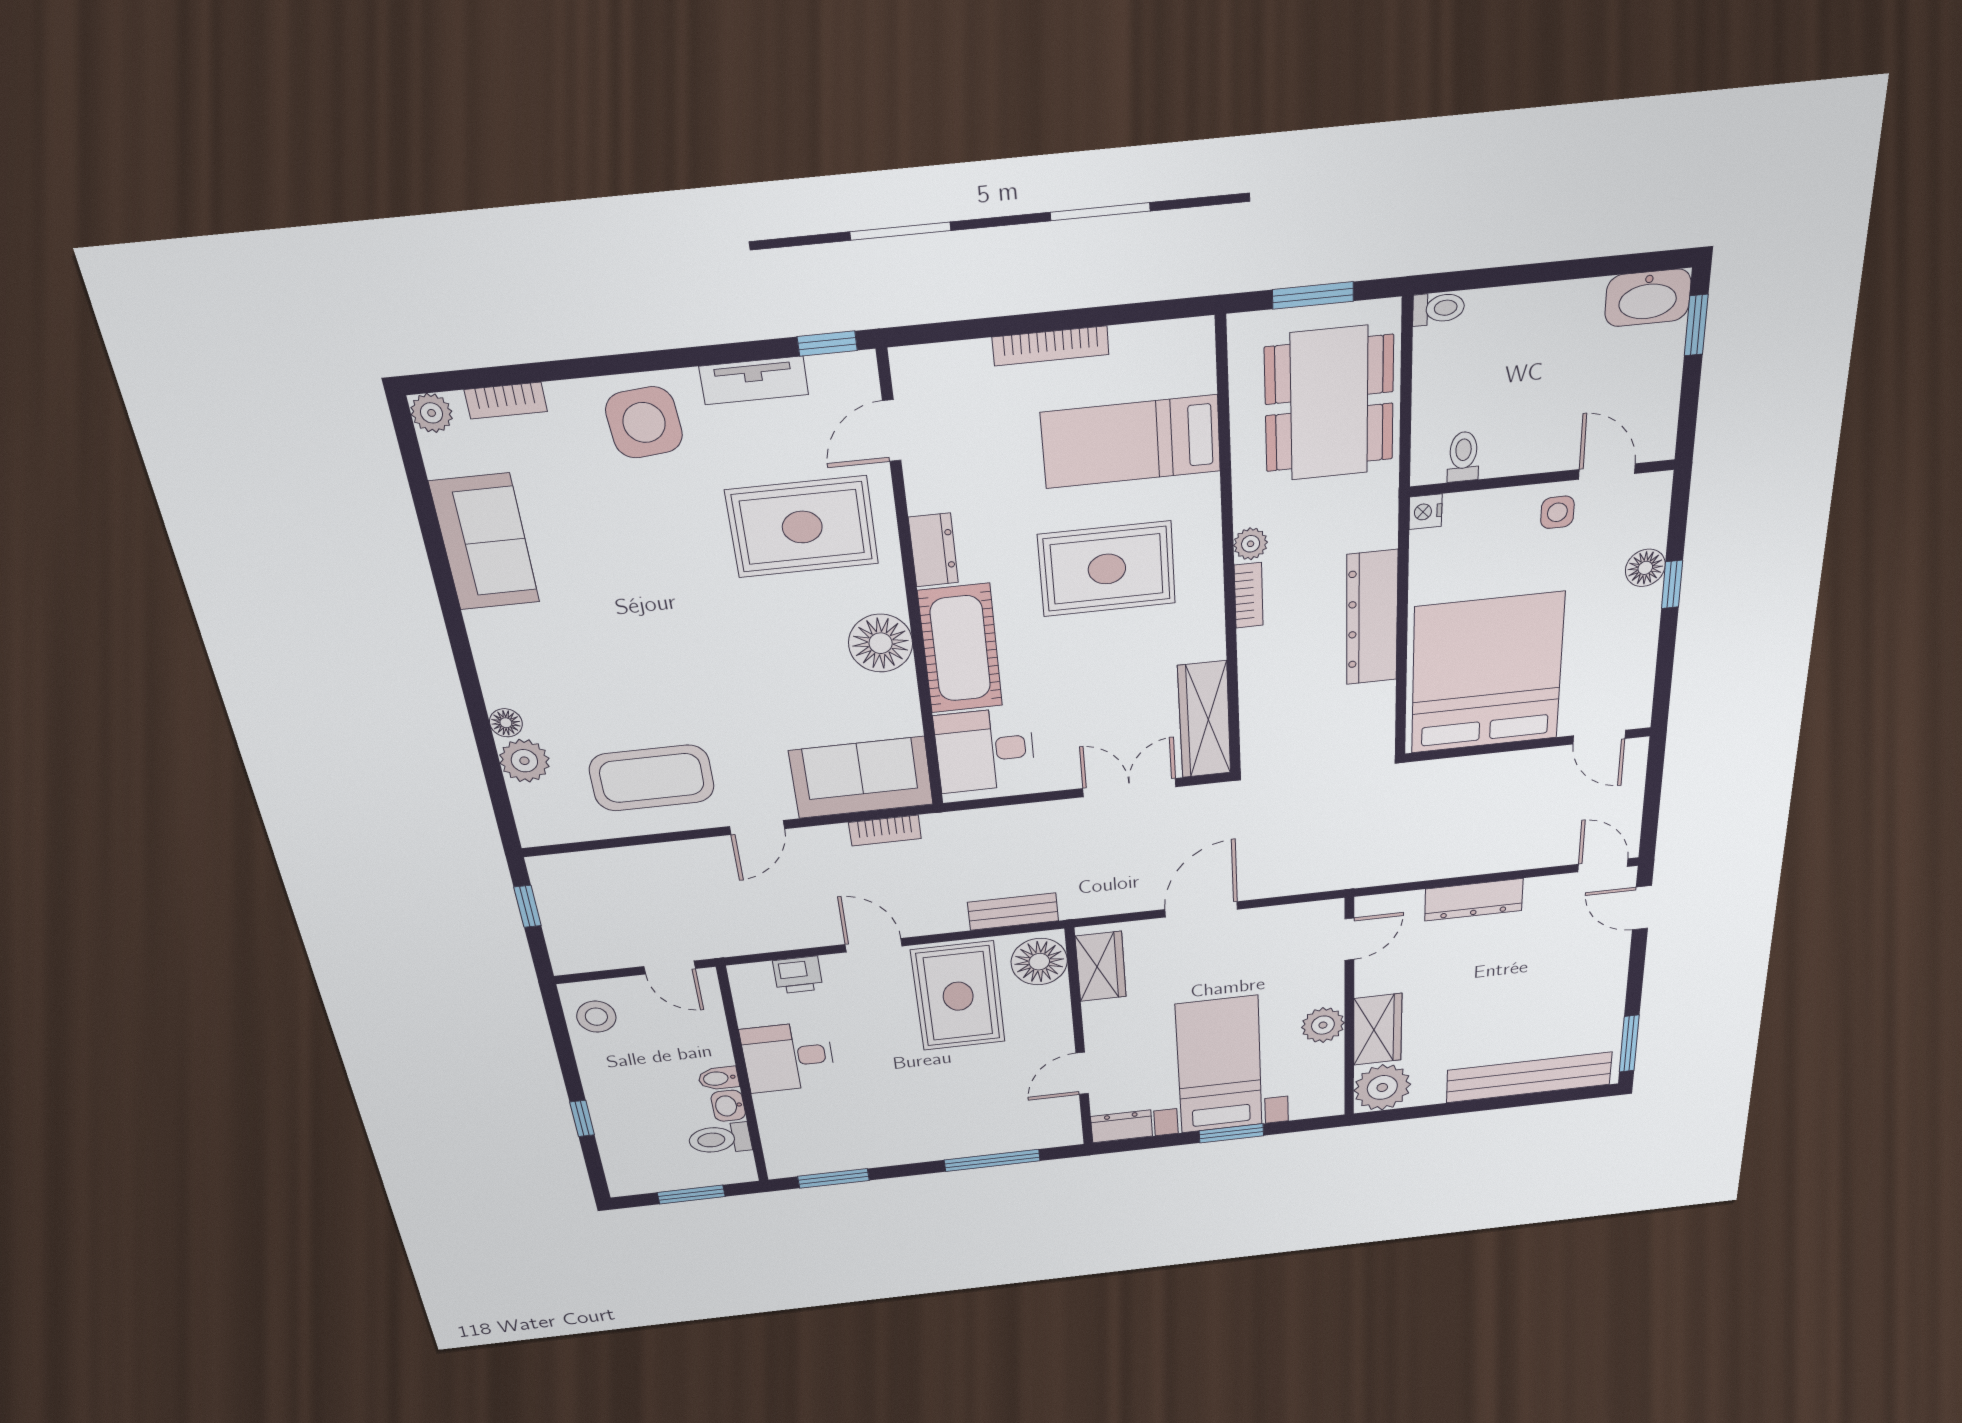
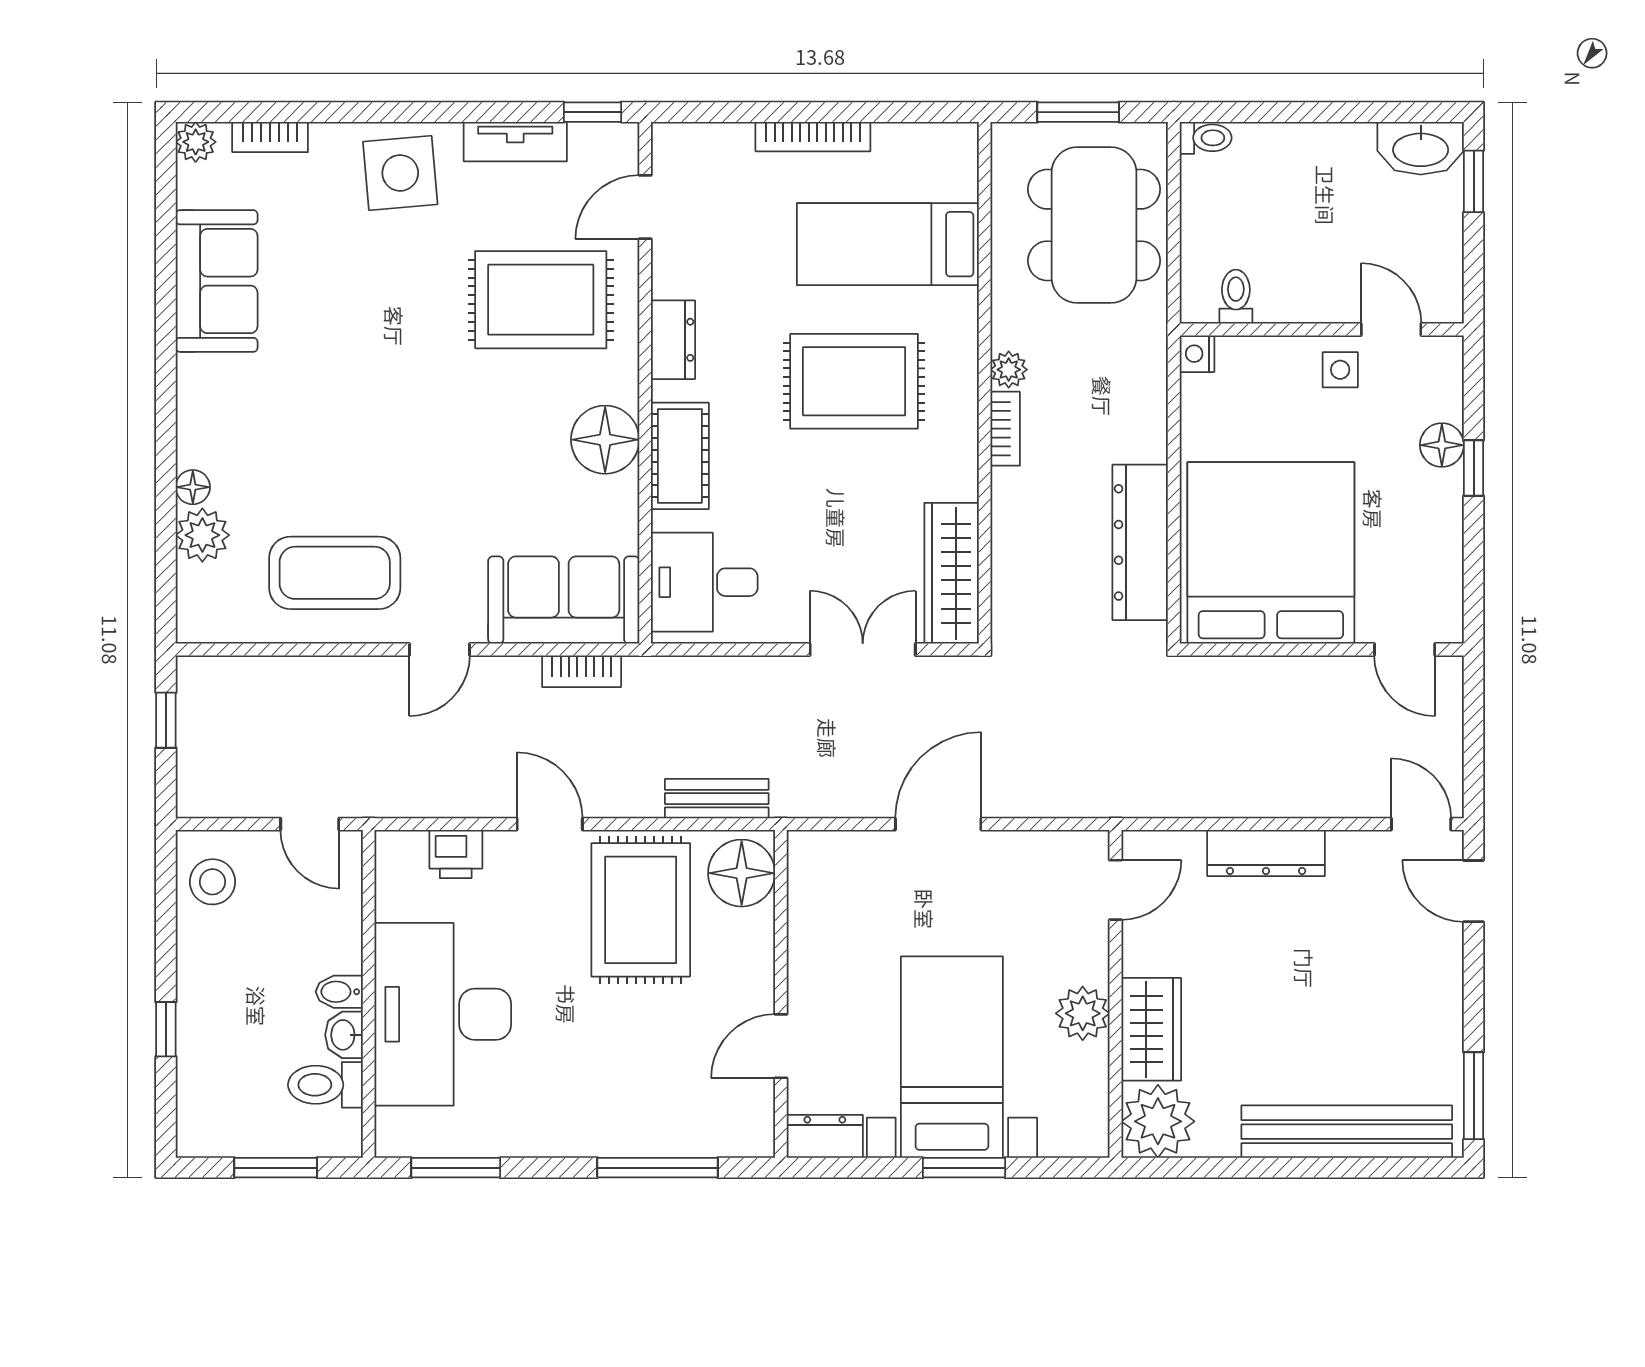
dresser: (1372, 618) -> (1140, 542), moved
cot: (960, 649) -> (680, 456), width x0.73, depth x0.75
wardrobe: (1101, 966) -> (814, 890), removed
desk: (788, 1057) -> (443, 1014), width x1.87, depth x1.30

